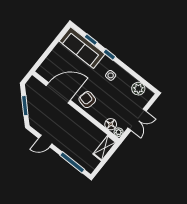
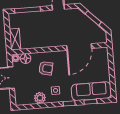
plant: (138, 89) -> (40, 98), moved
armchair: (87, 100) -> (46, 68), moved

